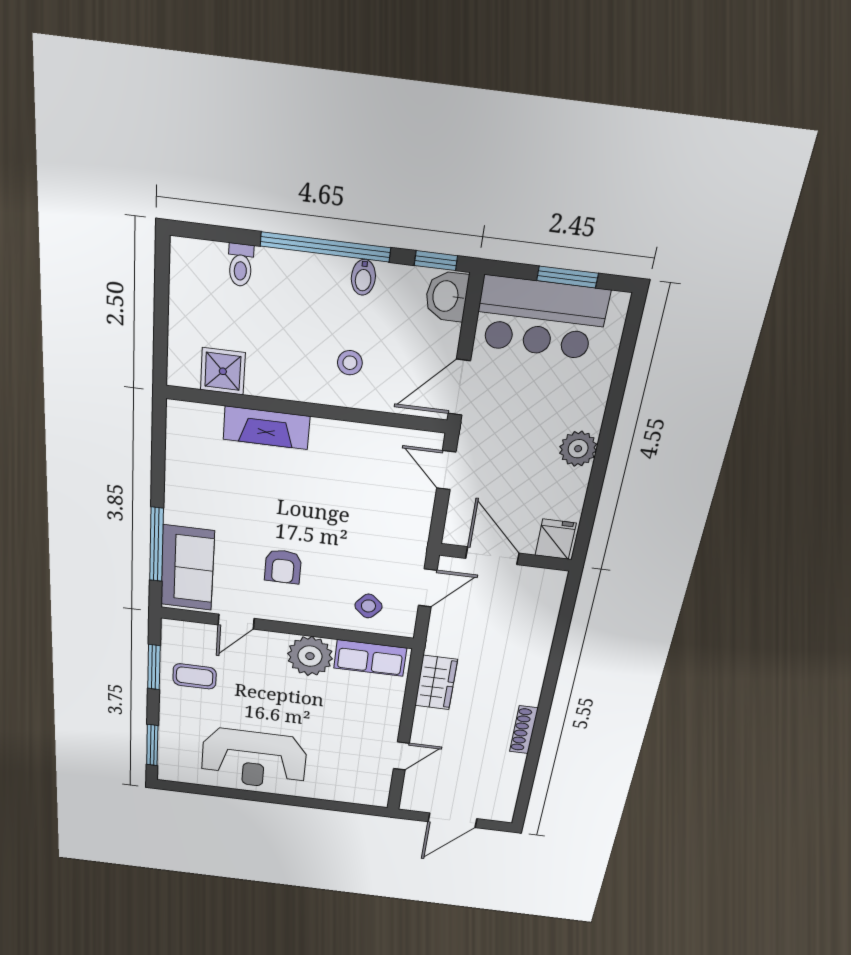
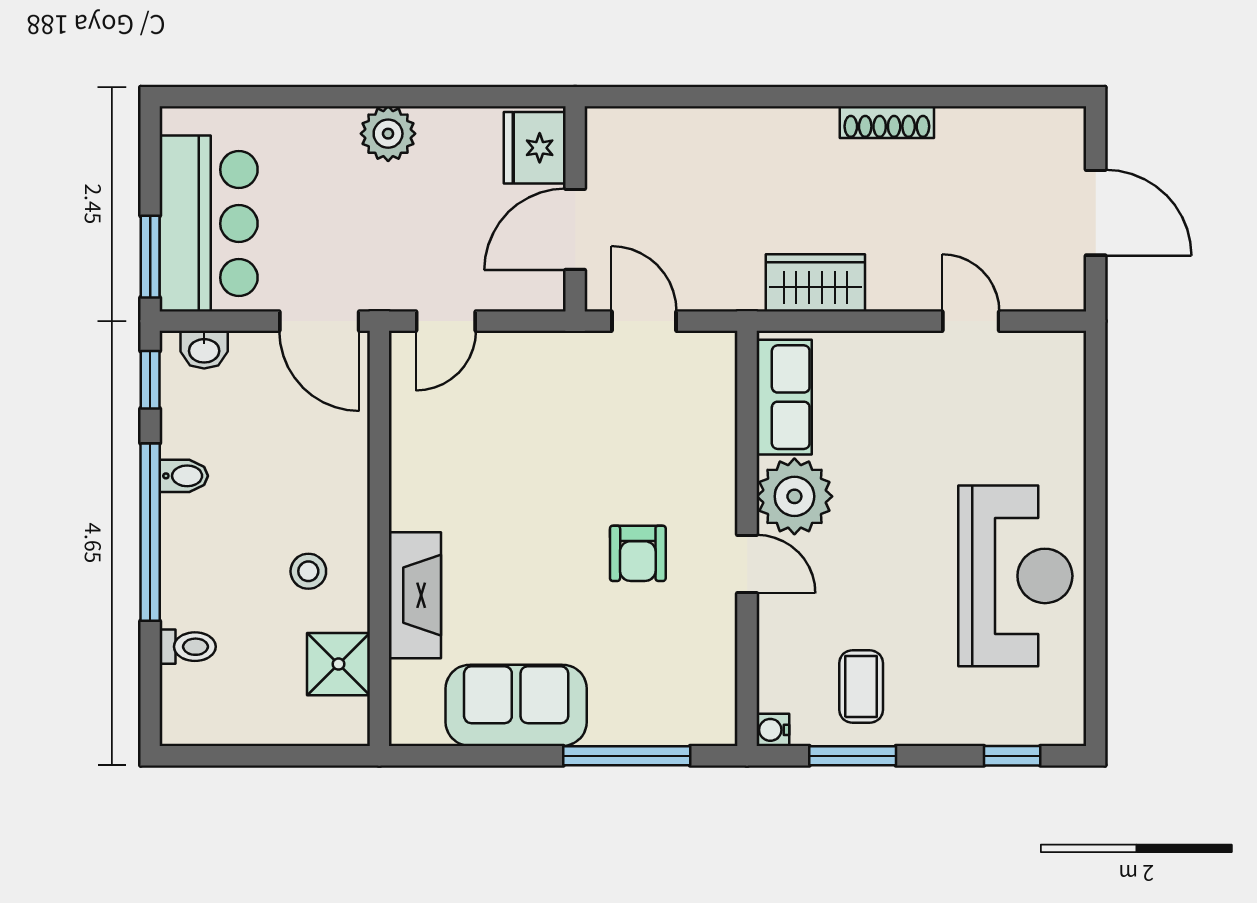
window: (567, 277) -> (150, 257), moved
washbasin: (447, 296) -> (204, 350), width x0.72, depth x0.69
stool: (350, 363) -> (308, 571), moved
fridge: (556, 539) -> (535, 148), width x1.38
armchair: (283, 567) -> (638, 553), turned 90
sofa: (187, 568) -> (516, 705), moved
side table: (368, 606) -> (689, 411), removed
door: (236, 622) -> (747, 564), moved
water cooler: (170, 627) -> (773, 730), added
window: (152, 745) -> (1012, 756), width x0.67

